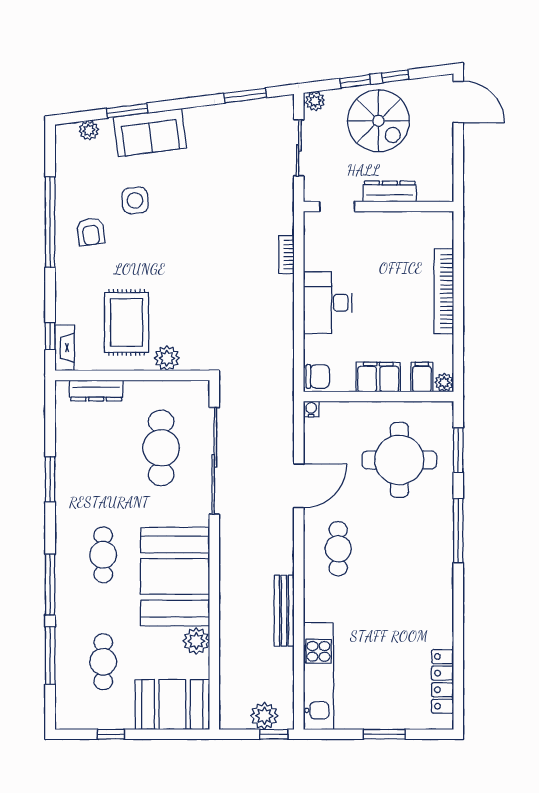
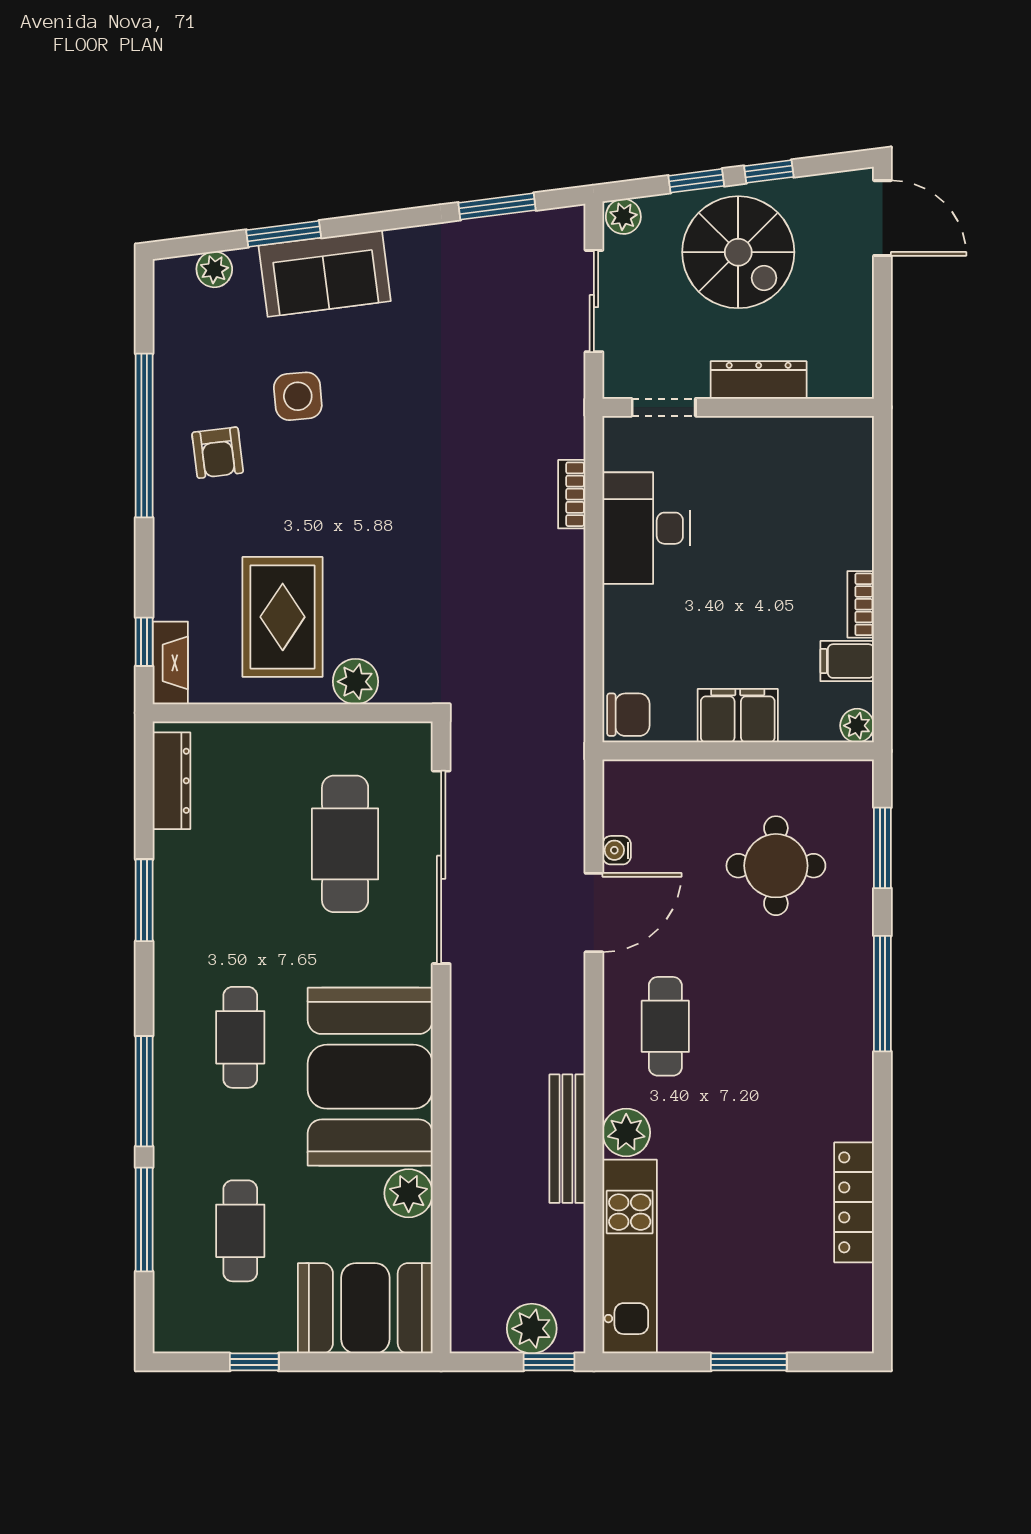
bookcase: (444, 291) -> (861, 604), width x0.43, depth x0.76
desk: (328, 303) -> (646, 528), moved
filing cabinet: (422, 377) -> (847, 661), moved, turned -90
dresser: (96, 391) -> (172, 781), moved, turned -90
water cooler: (311, 409) -> (617, 850), moved, turned -90
round table: (399, 460) -> (776, 866), width x0.73, depth x0.73
plant: (317, 607) -> (626, 1132), added
locker: (443, 681) -> (854, 1202), moved

